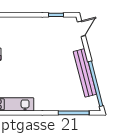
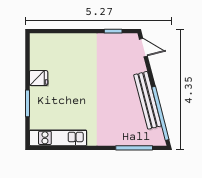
door: (81, 29) -> (143, 48), hinge flipped

